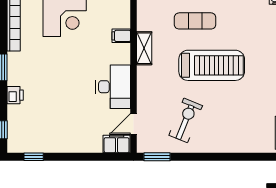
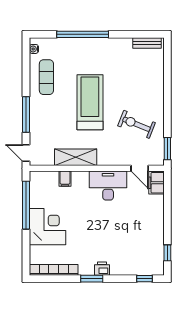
exercise mat: (195, 21) -> (46, 77), moved
shelving: (144, 48) -> (76, 157), width x1.50, depth x1.33
printer: (15, 95) -> (102, 269), moved

